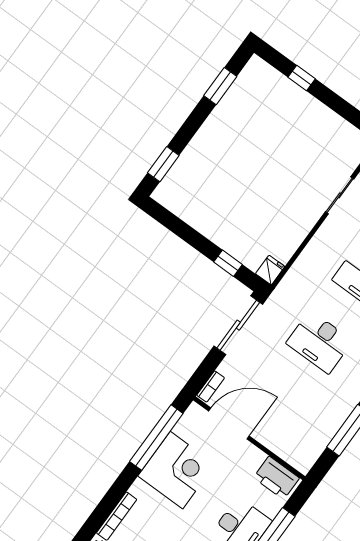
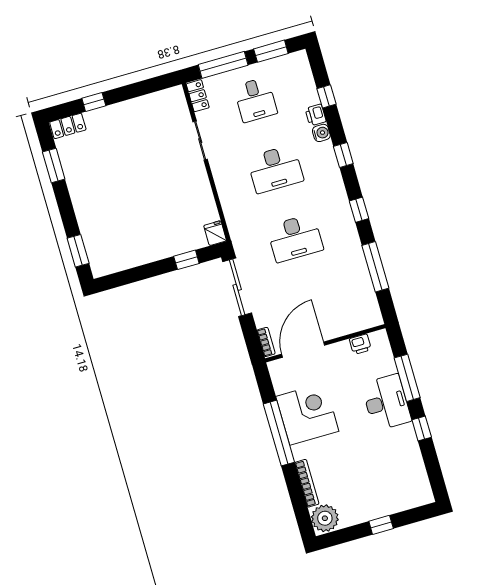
locker: (264, 72) -> (68, 126), added
window: (156, 438) -> (279, 433), moved
printer: (276, 478) -> (360, 344), width x0.53, depth x0.68

